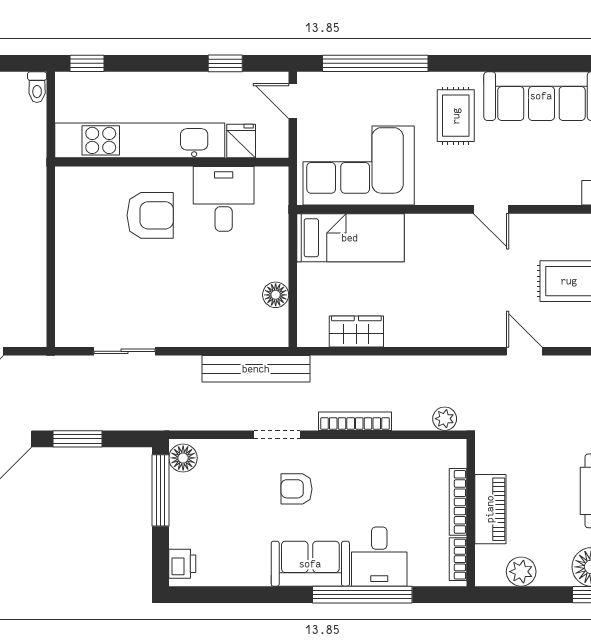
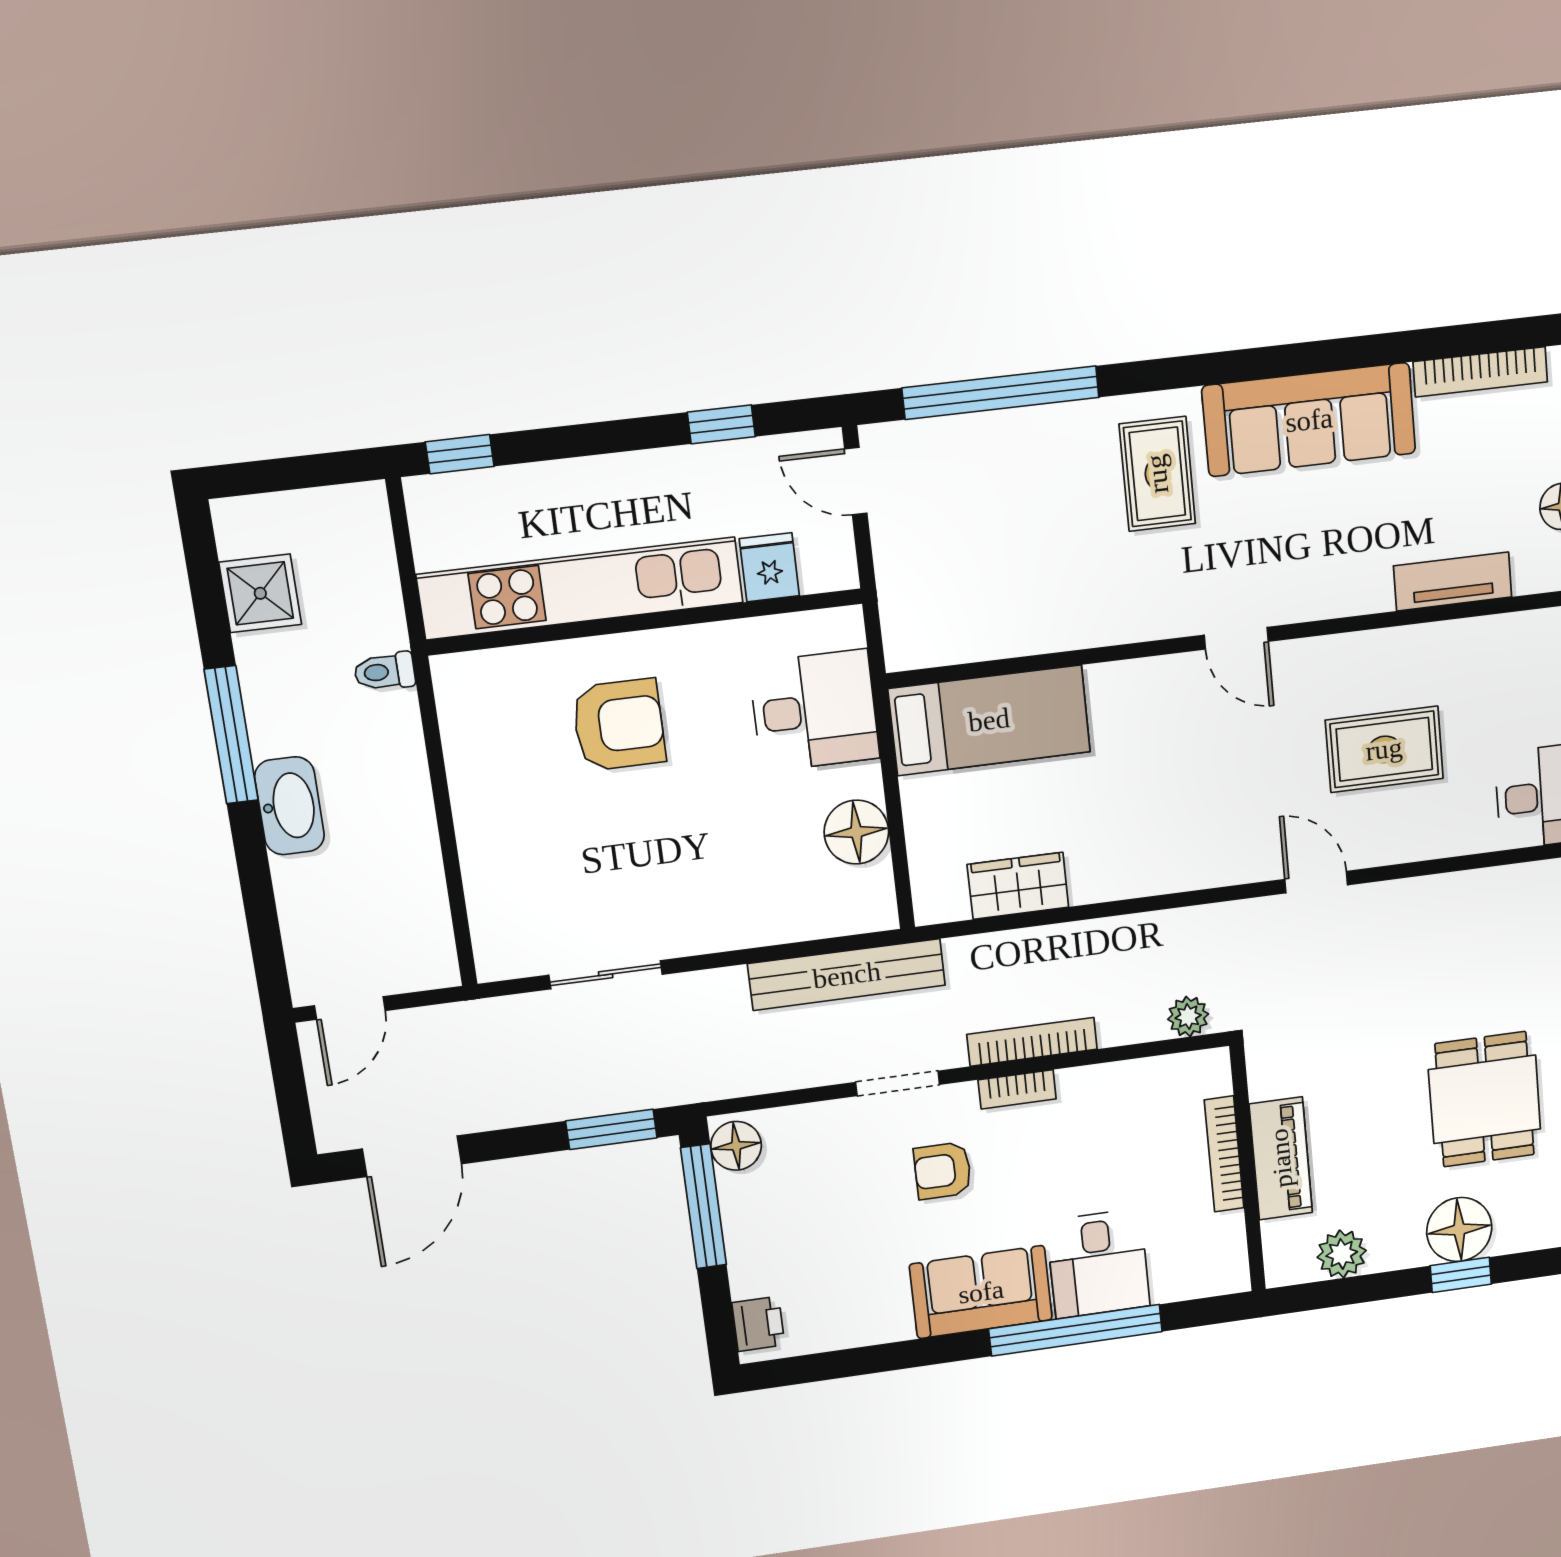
toilet: (37, 87) -> (385, 672), moved, turned 90
corner sofa: (359, 166) -> (990, 587), removed
desk: (224, 199) -> (814, 711), moved, turned 90
floor lamp: (276, 295) -> (856, 832), width x1.38, depth x1.38
window: (77, 439) -> (611, 1129), moved
bookcase: (458, 559) -> (1017, 1089), moved, turned -90

